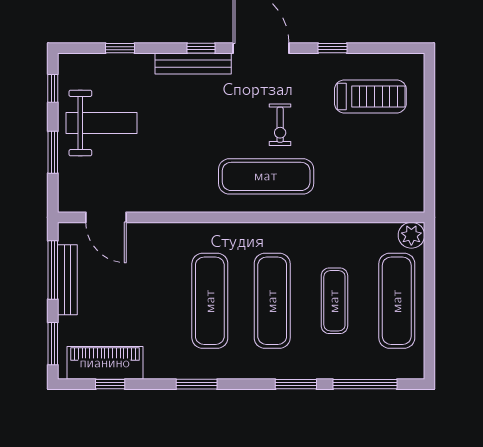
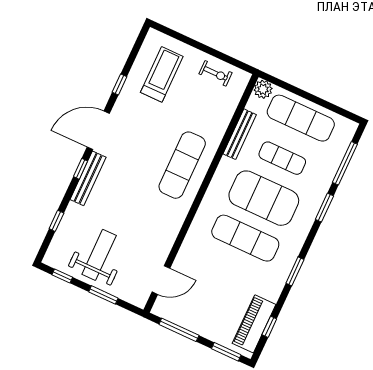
exercise bike: (280, 125) -> (215, 73), moved
bench: (67, 280) -> (240, 134), moved, turned 90
exercise mat: (272, 301) -> (264, 198), width x1.47

